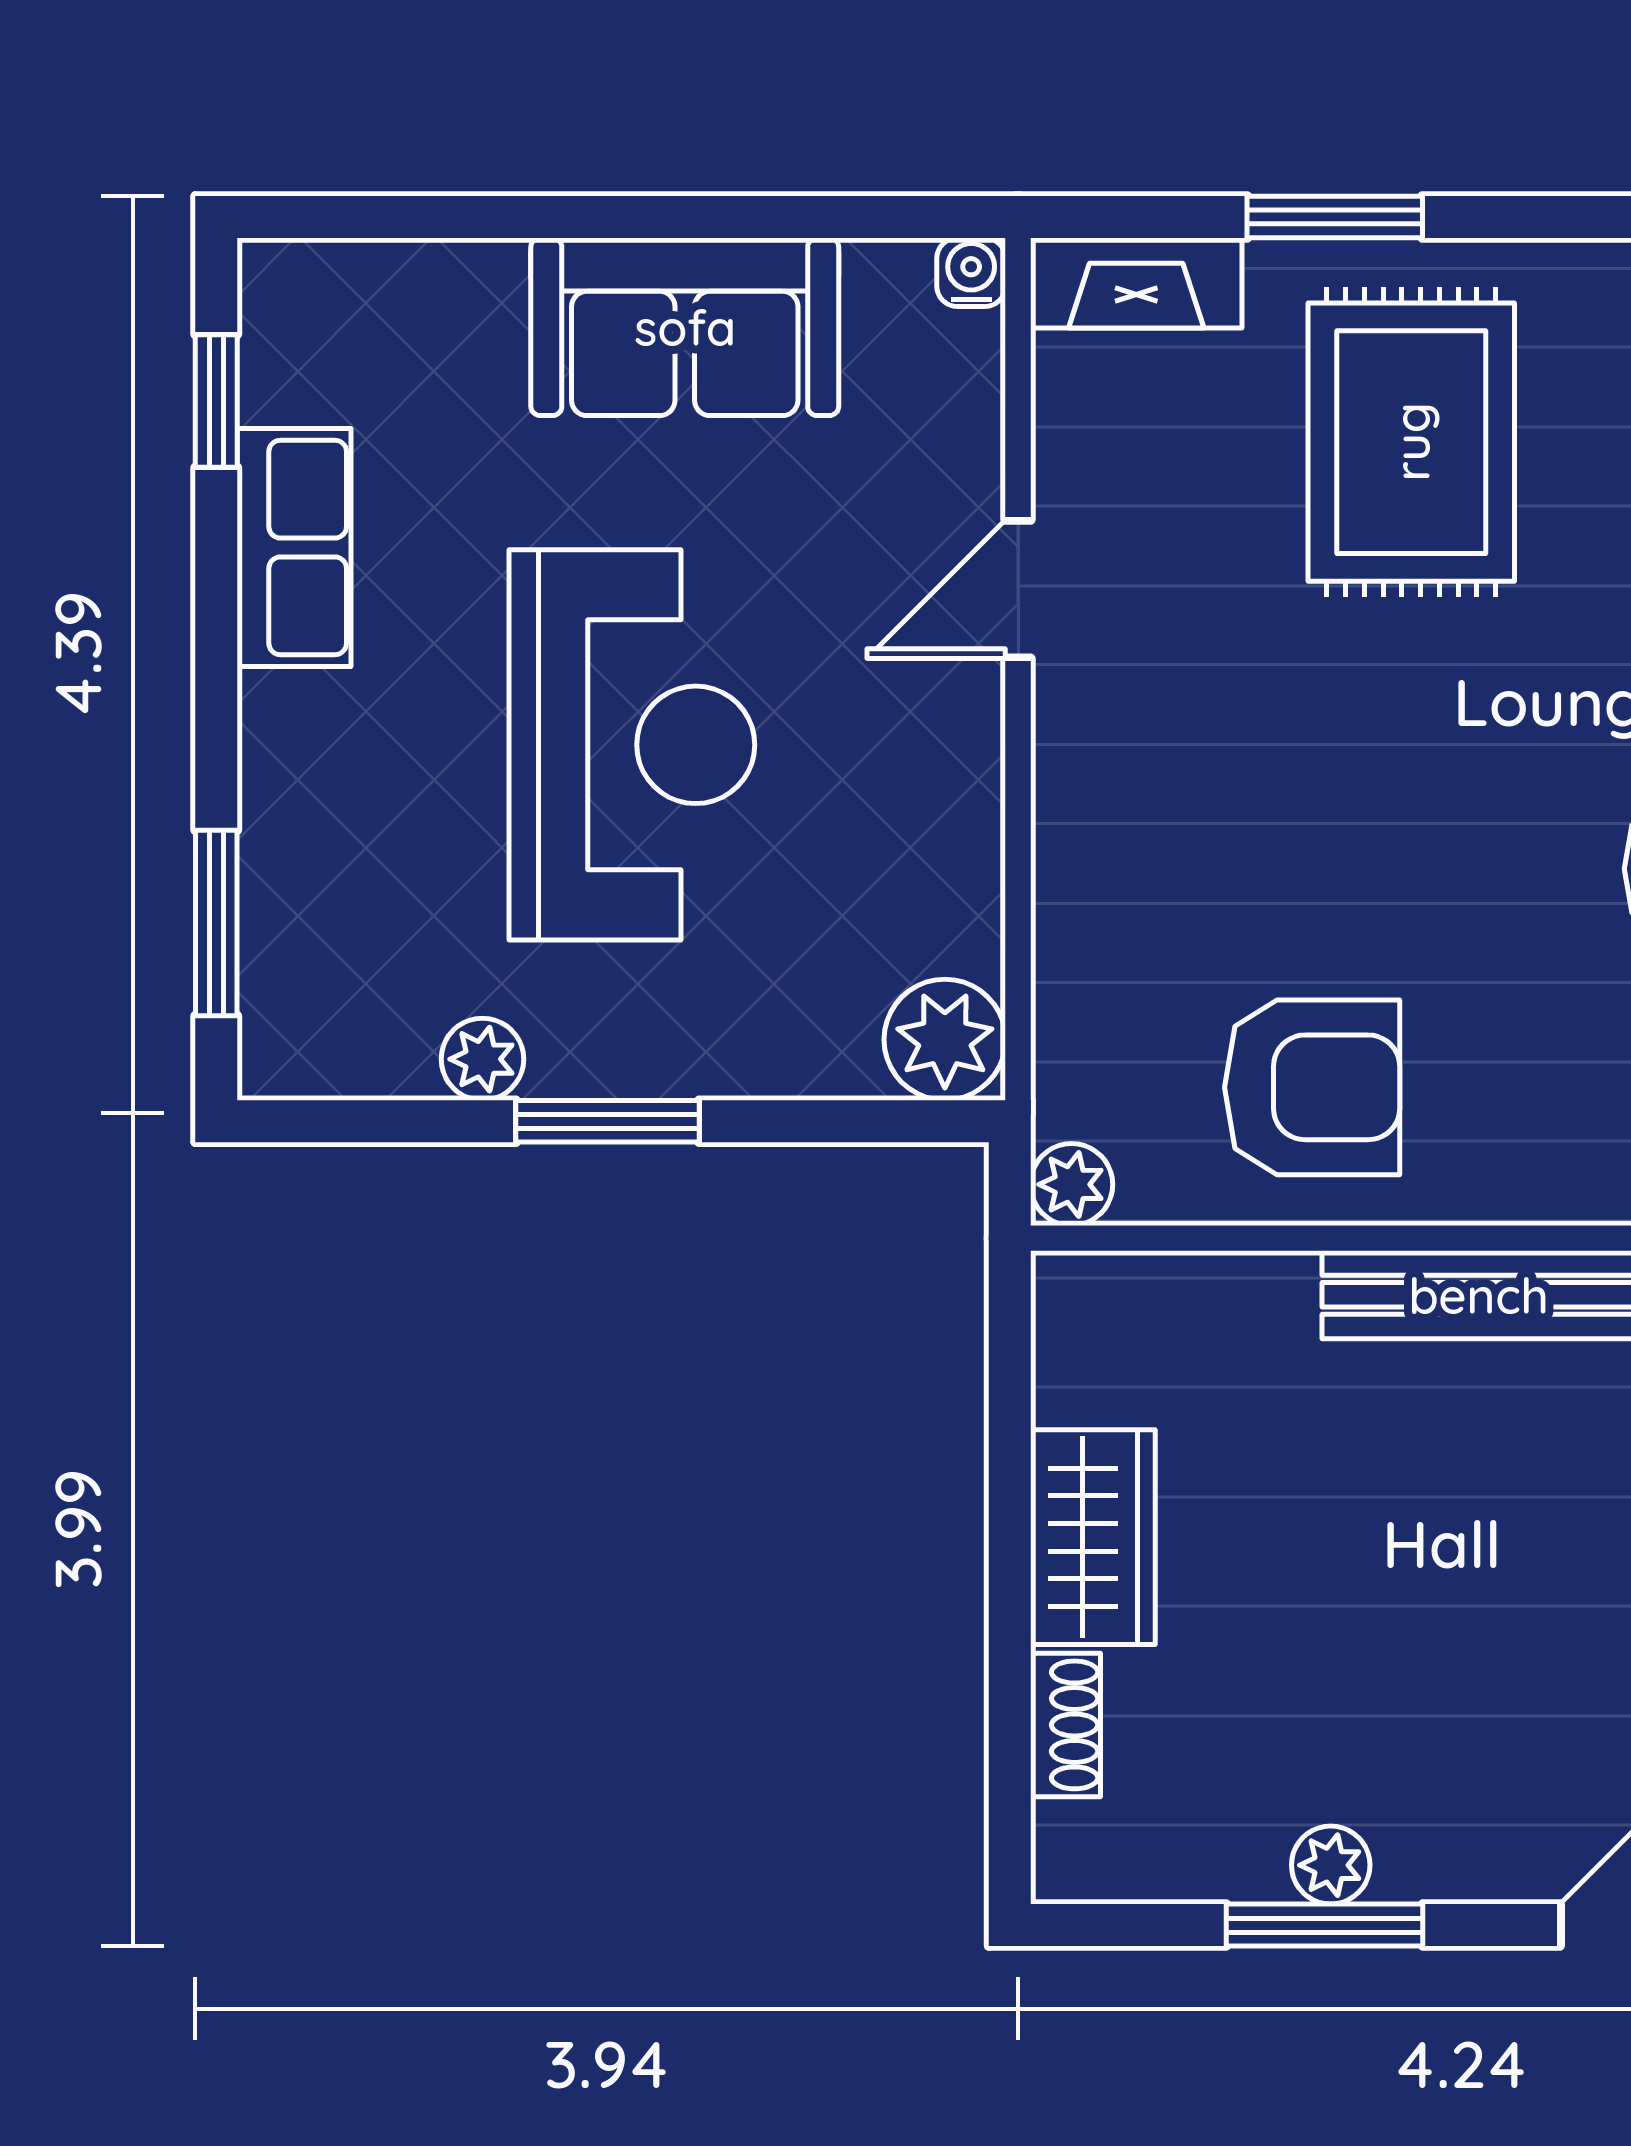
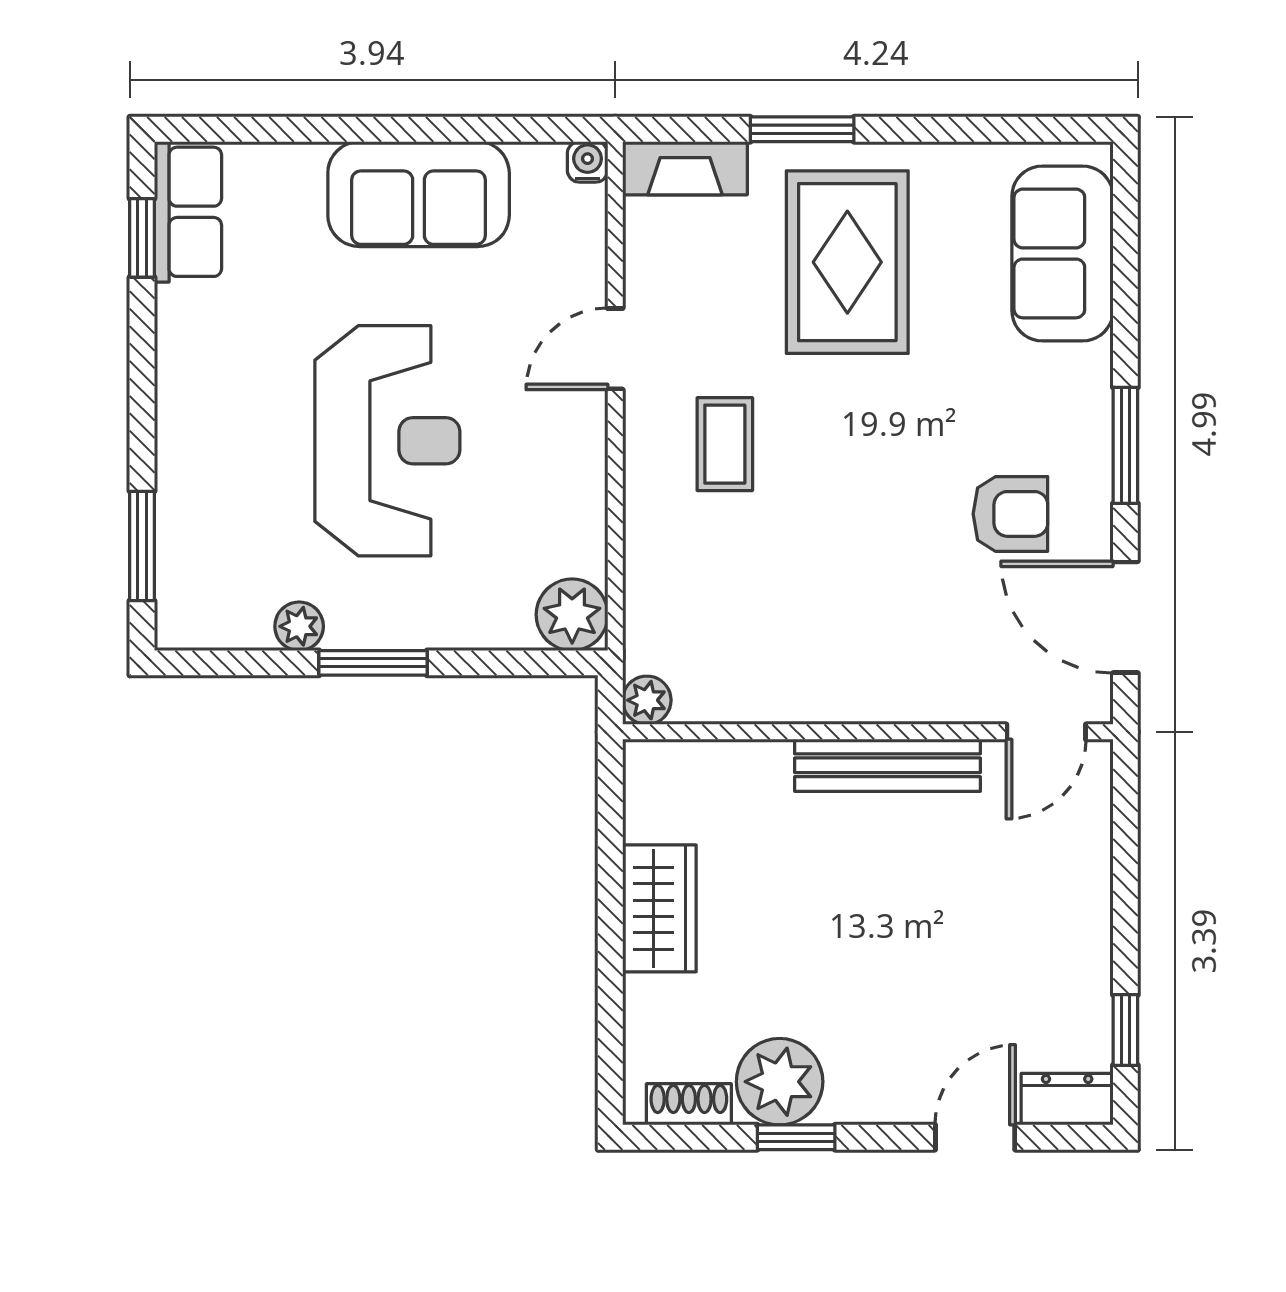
row of seats: (294, 547) -> (188, 212), moved
coffee table: (1204, 751) -> (725, 444), added
armchair: (1312, 1087) -> (789, 643), removed
shoe rack: (1065, 1725) -> (689, 1104), moved, turned -90
plant: (1331, 1865) -> (780, 1082), width x1.88, depth x1.88
window: (1325, 1925) -> (796, 1137), width x0.67

